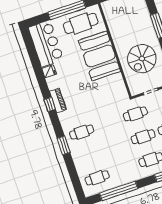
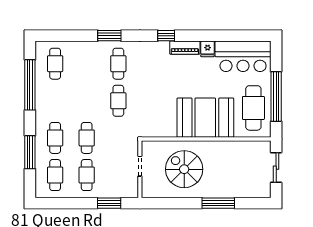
piano: (58, 100) -> (185, 48), moved
cafe table: (135, 114) -> (118, 101), moved

